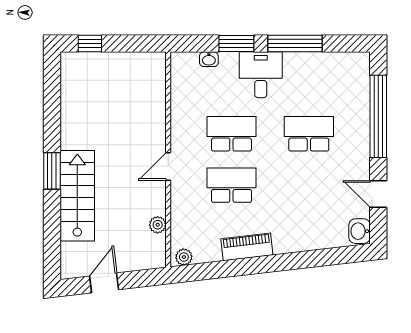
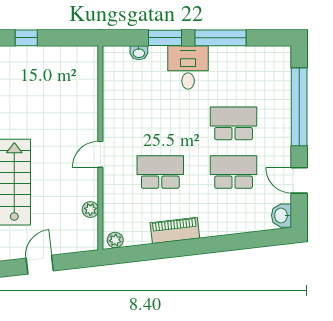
school desk: (231, 134) -> (234, 172), moved

